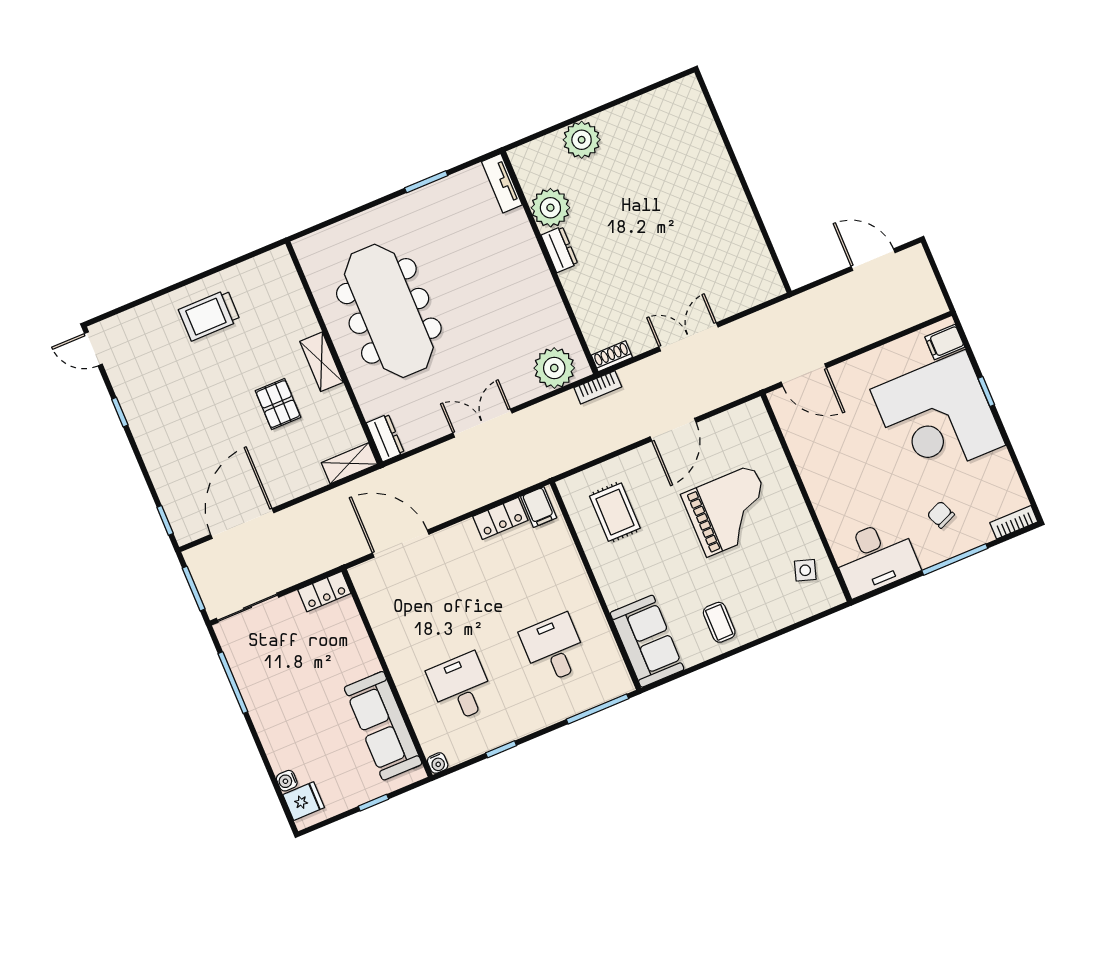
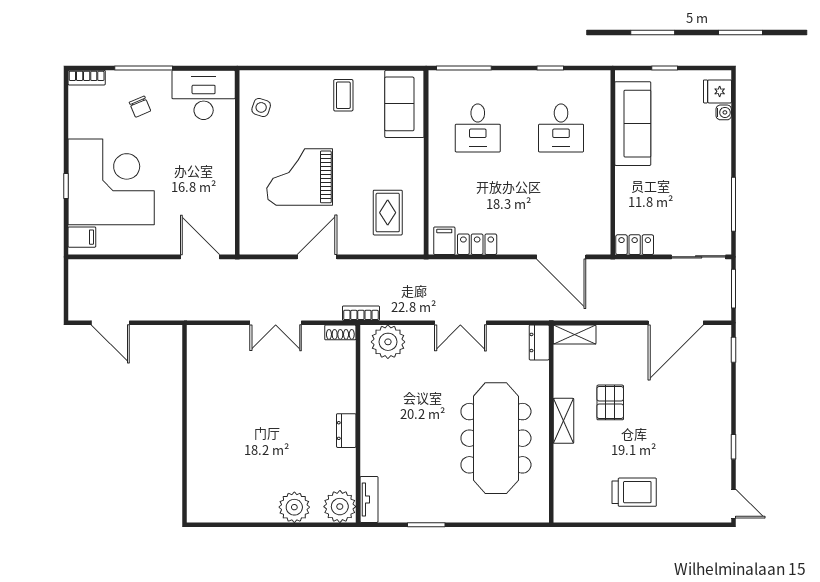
plant: (550, 208) -> (340, 507), moved
water cooler: (438, 763) -> (603, 78), removed

